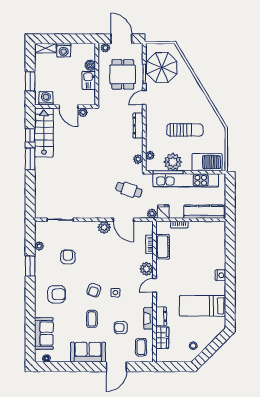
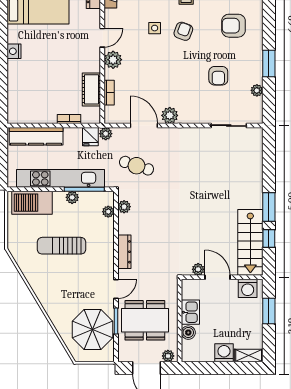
dining table: (123, 74) -> (145, 320), width x1.38
plant: (173, 162) -> (72, 197), width x0.53, depth x0.53

